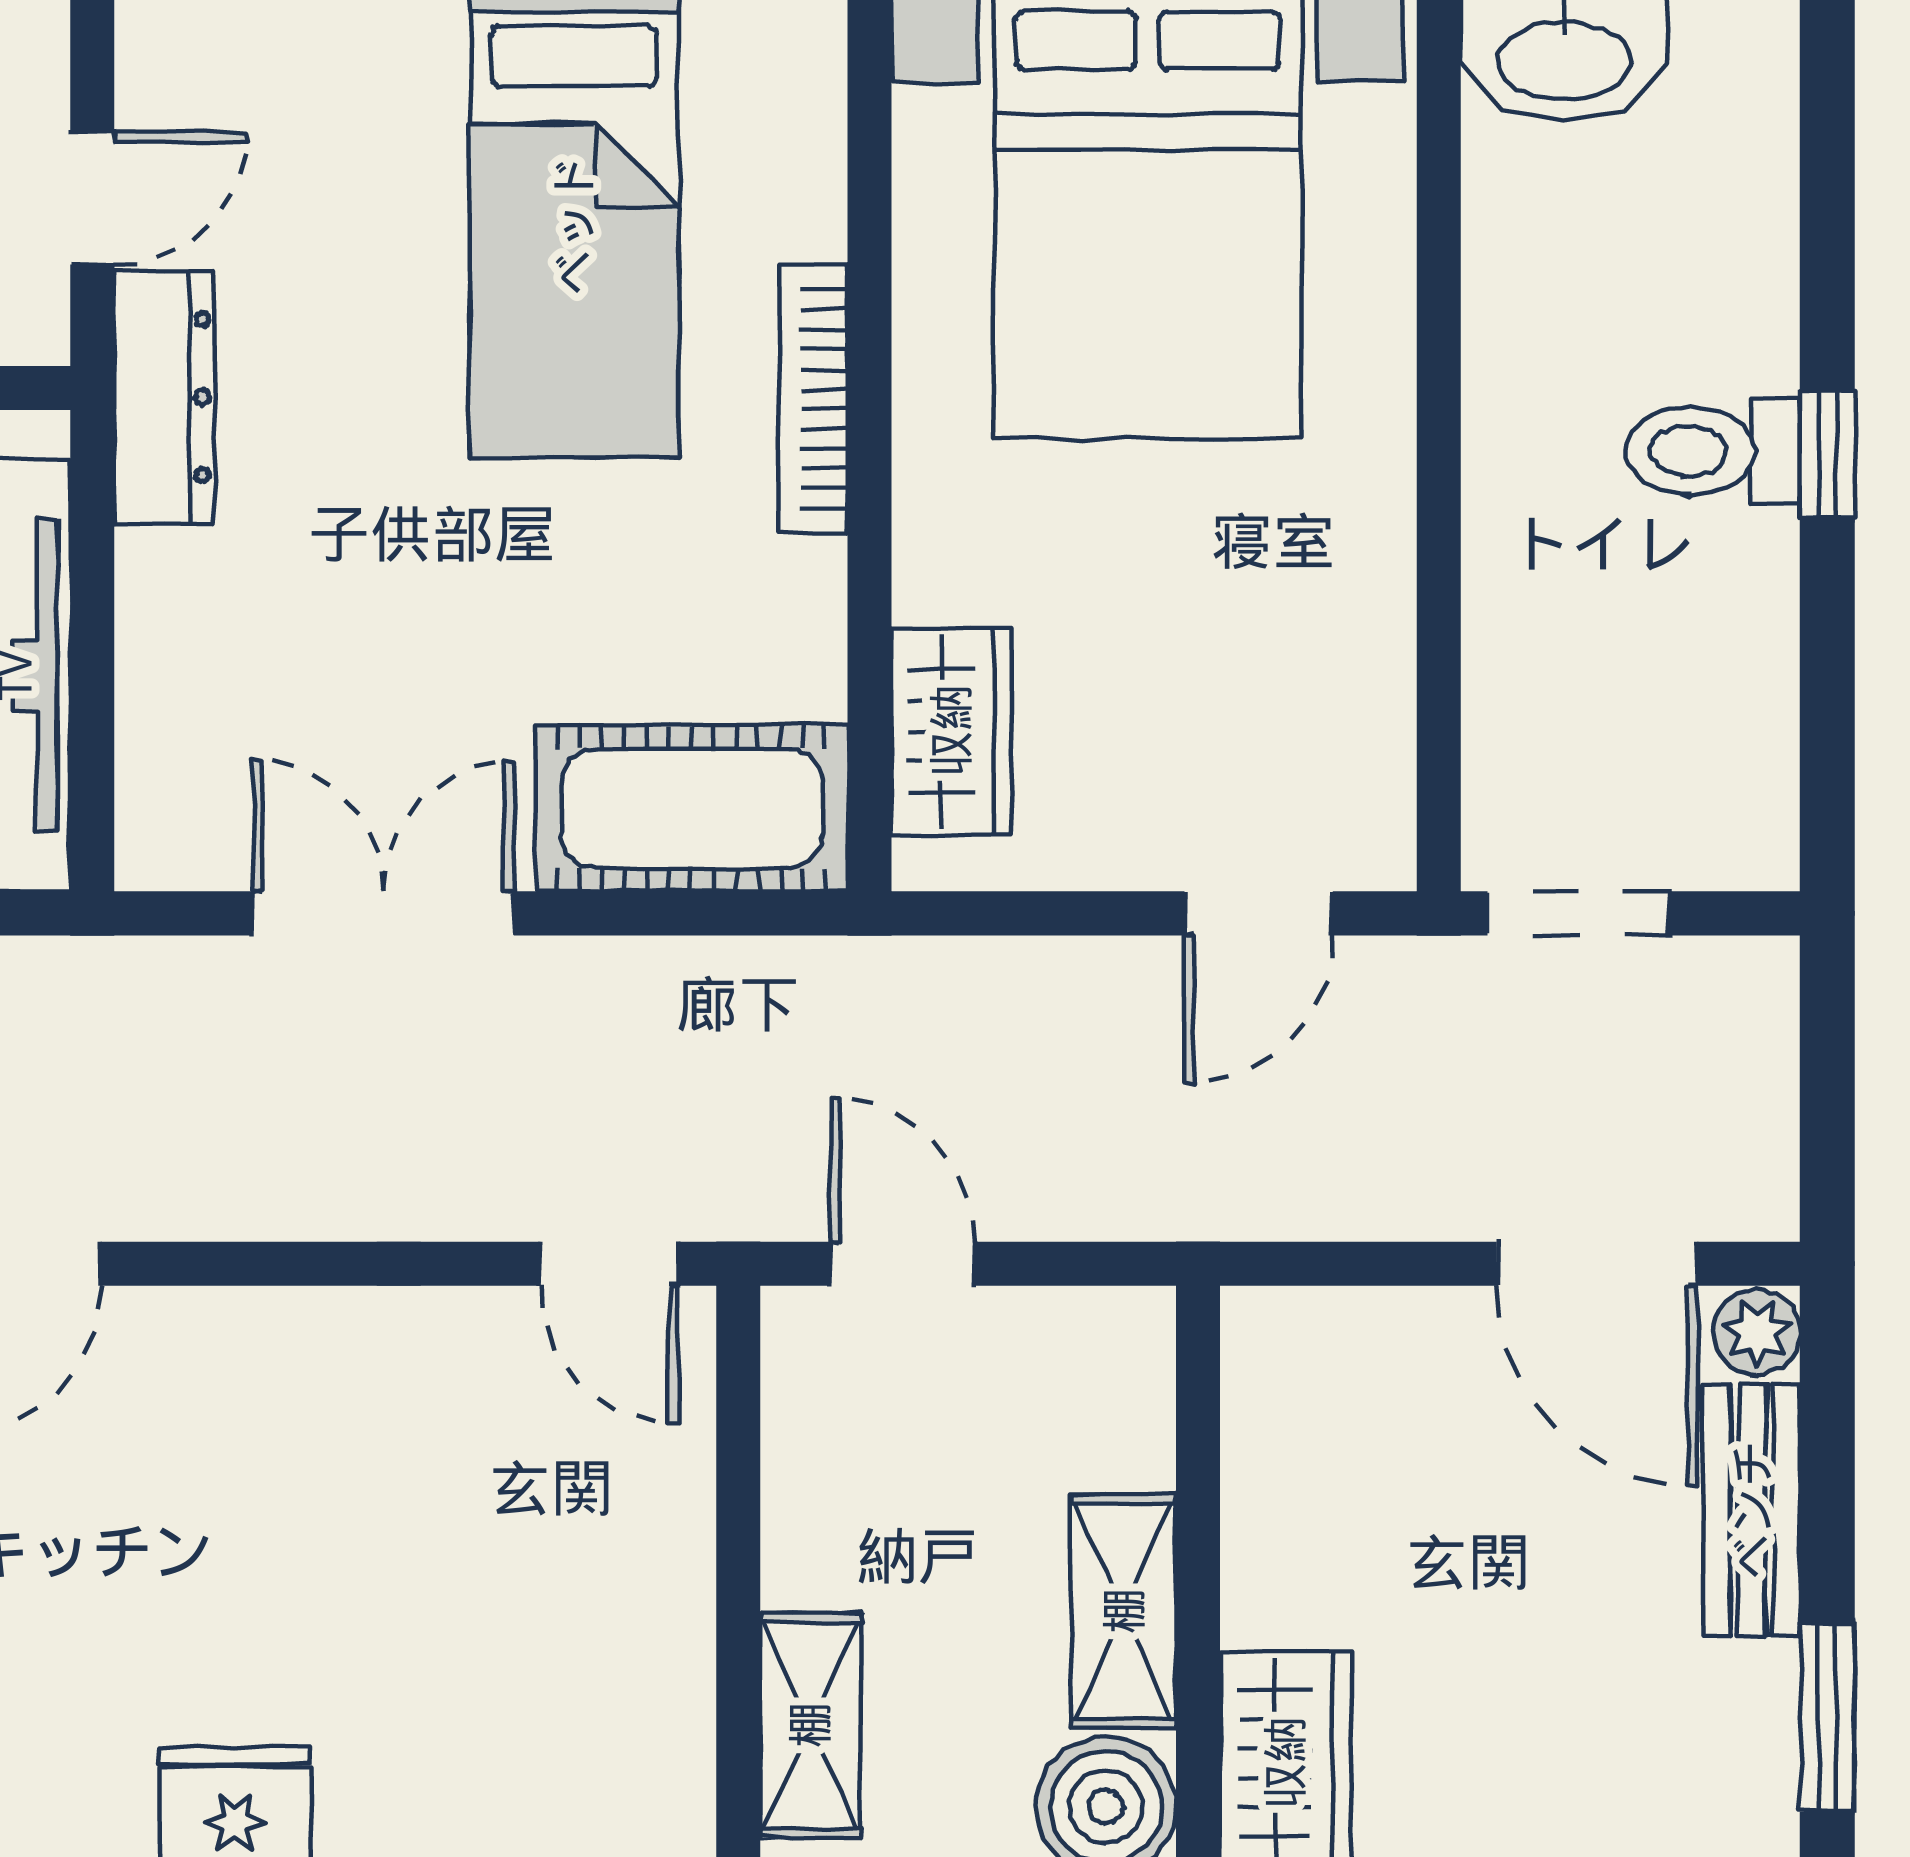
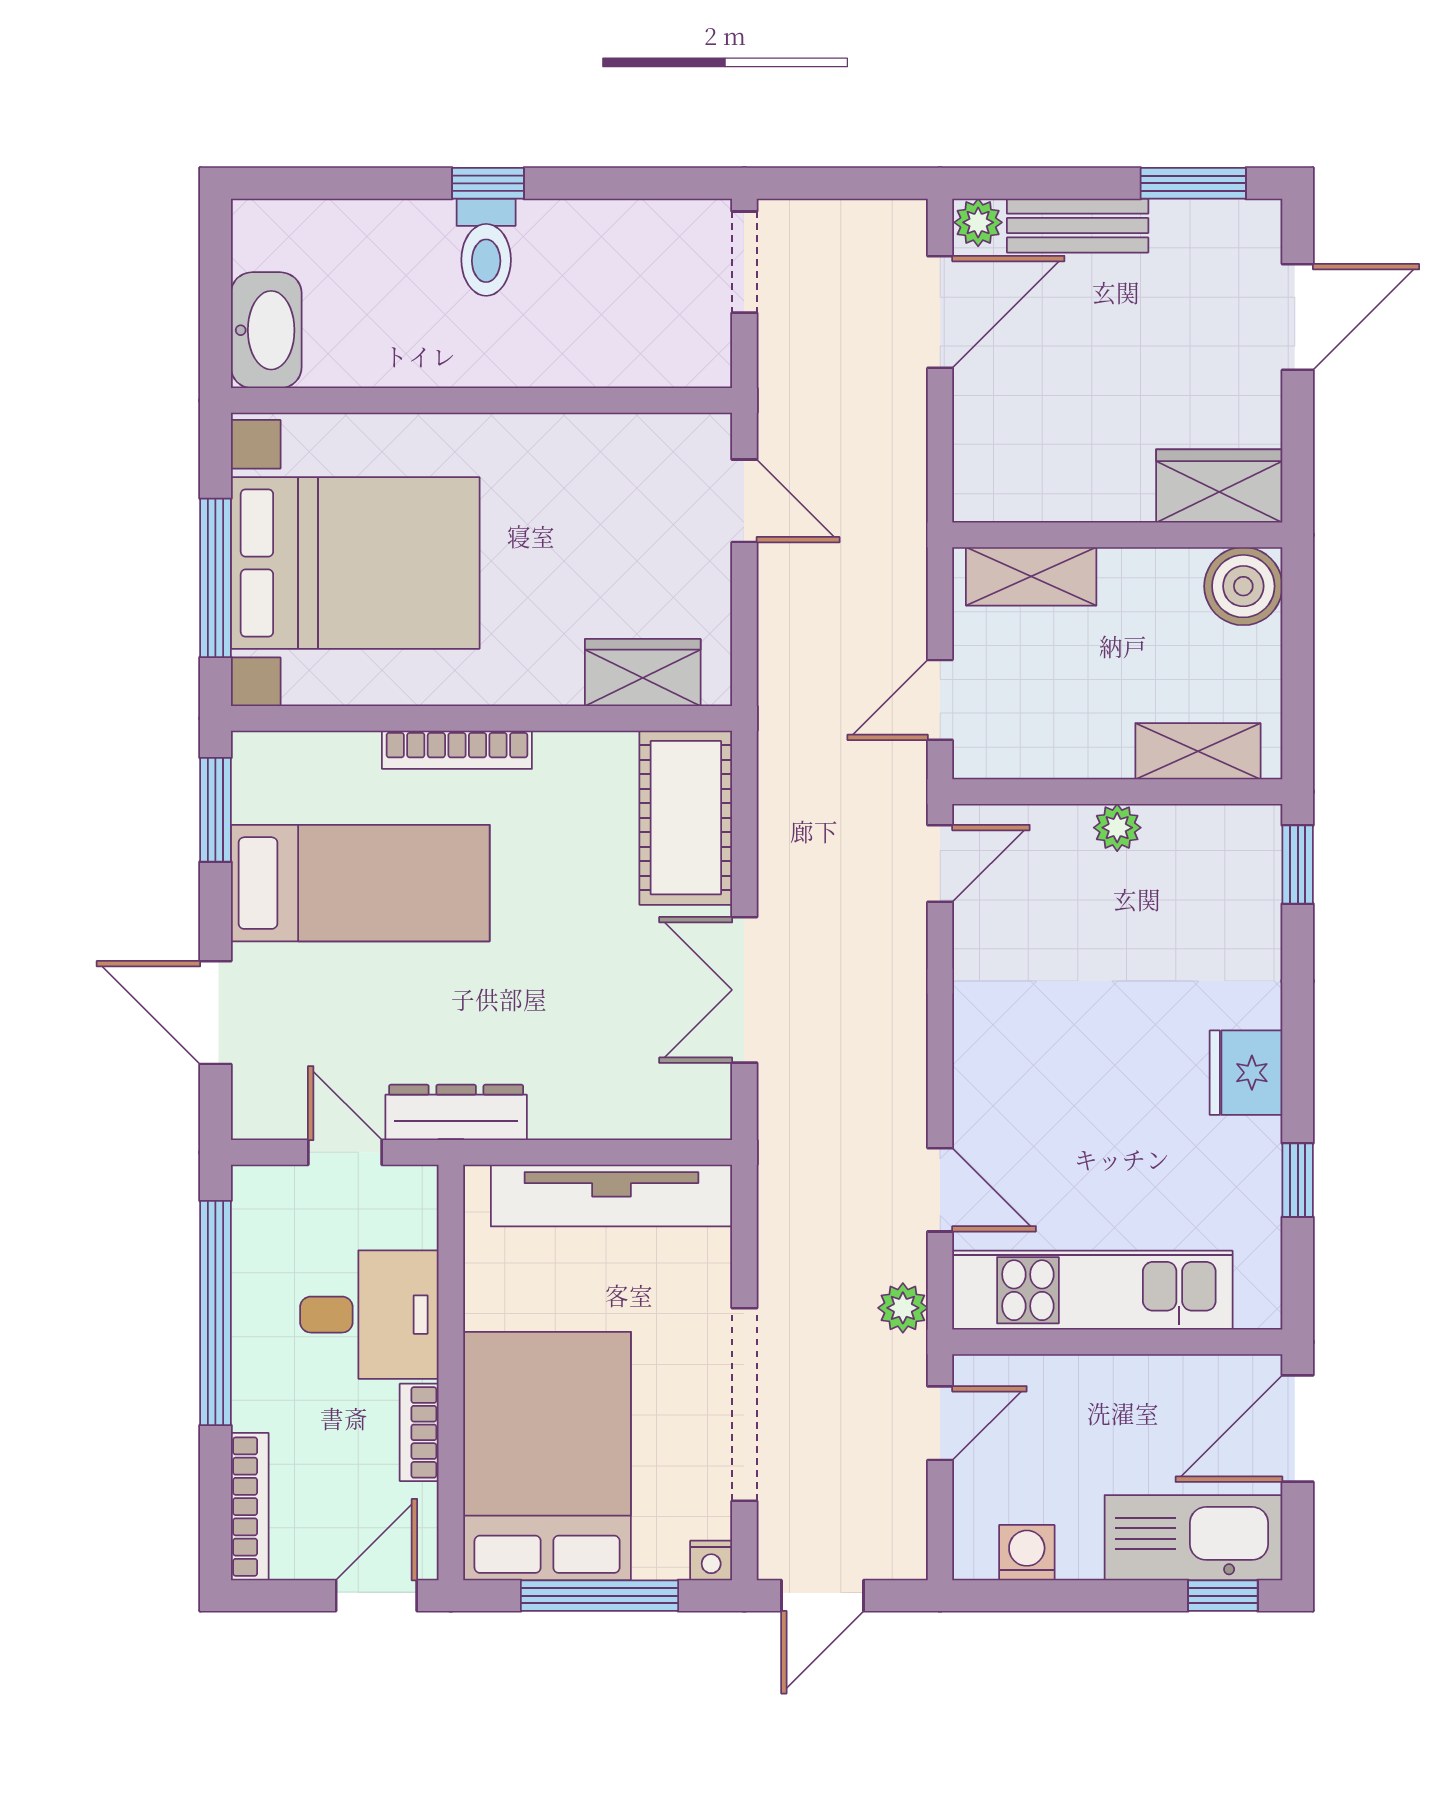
doorway: (1578, 913) -> (744, 262), moved
plant: (674, 1581) -> (1117, 828), added
shelving: (1124, 1611) -> (1031, 576), moved

